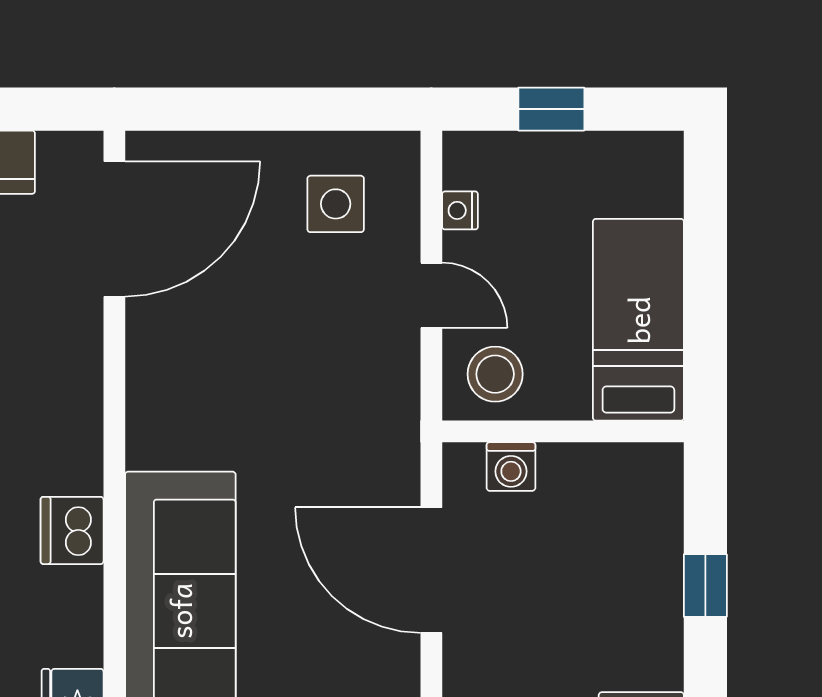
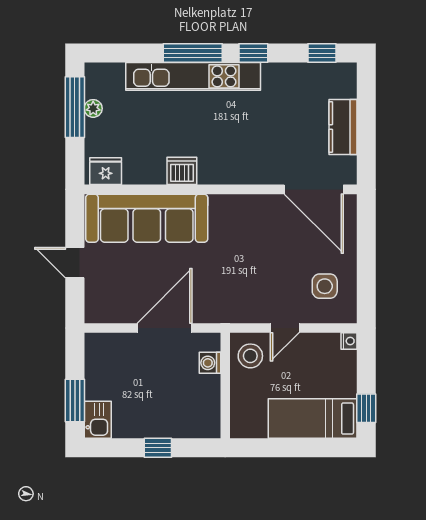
window: (551, 109) -> (366, 408), moved
nightstand: (460, 210) -> (349, 341), moved, turned 90
bed: (638, 320) -> (313, 419), moved, turned 180

